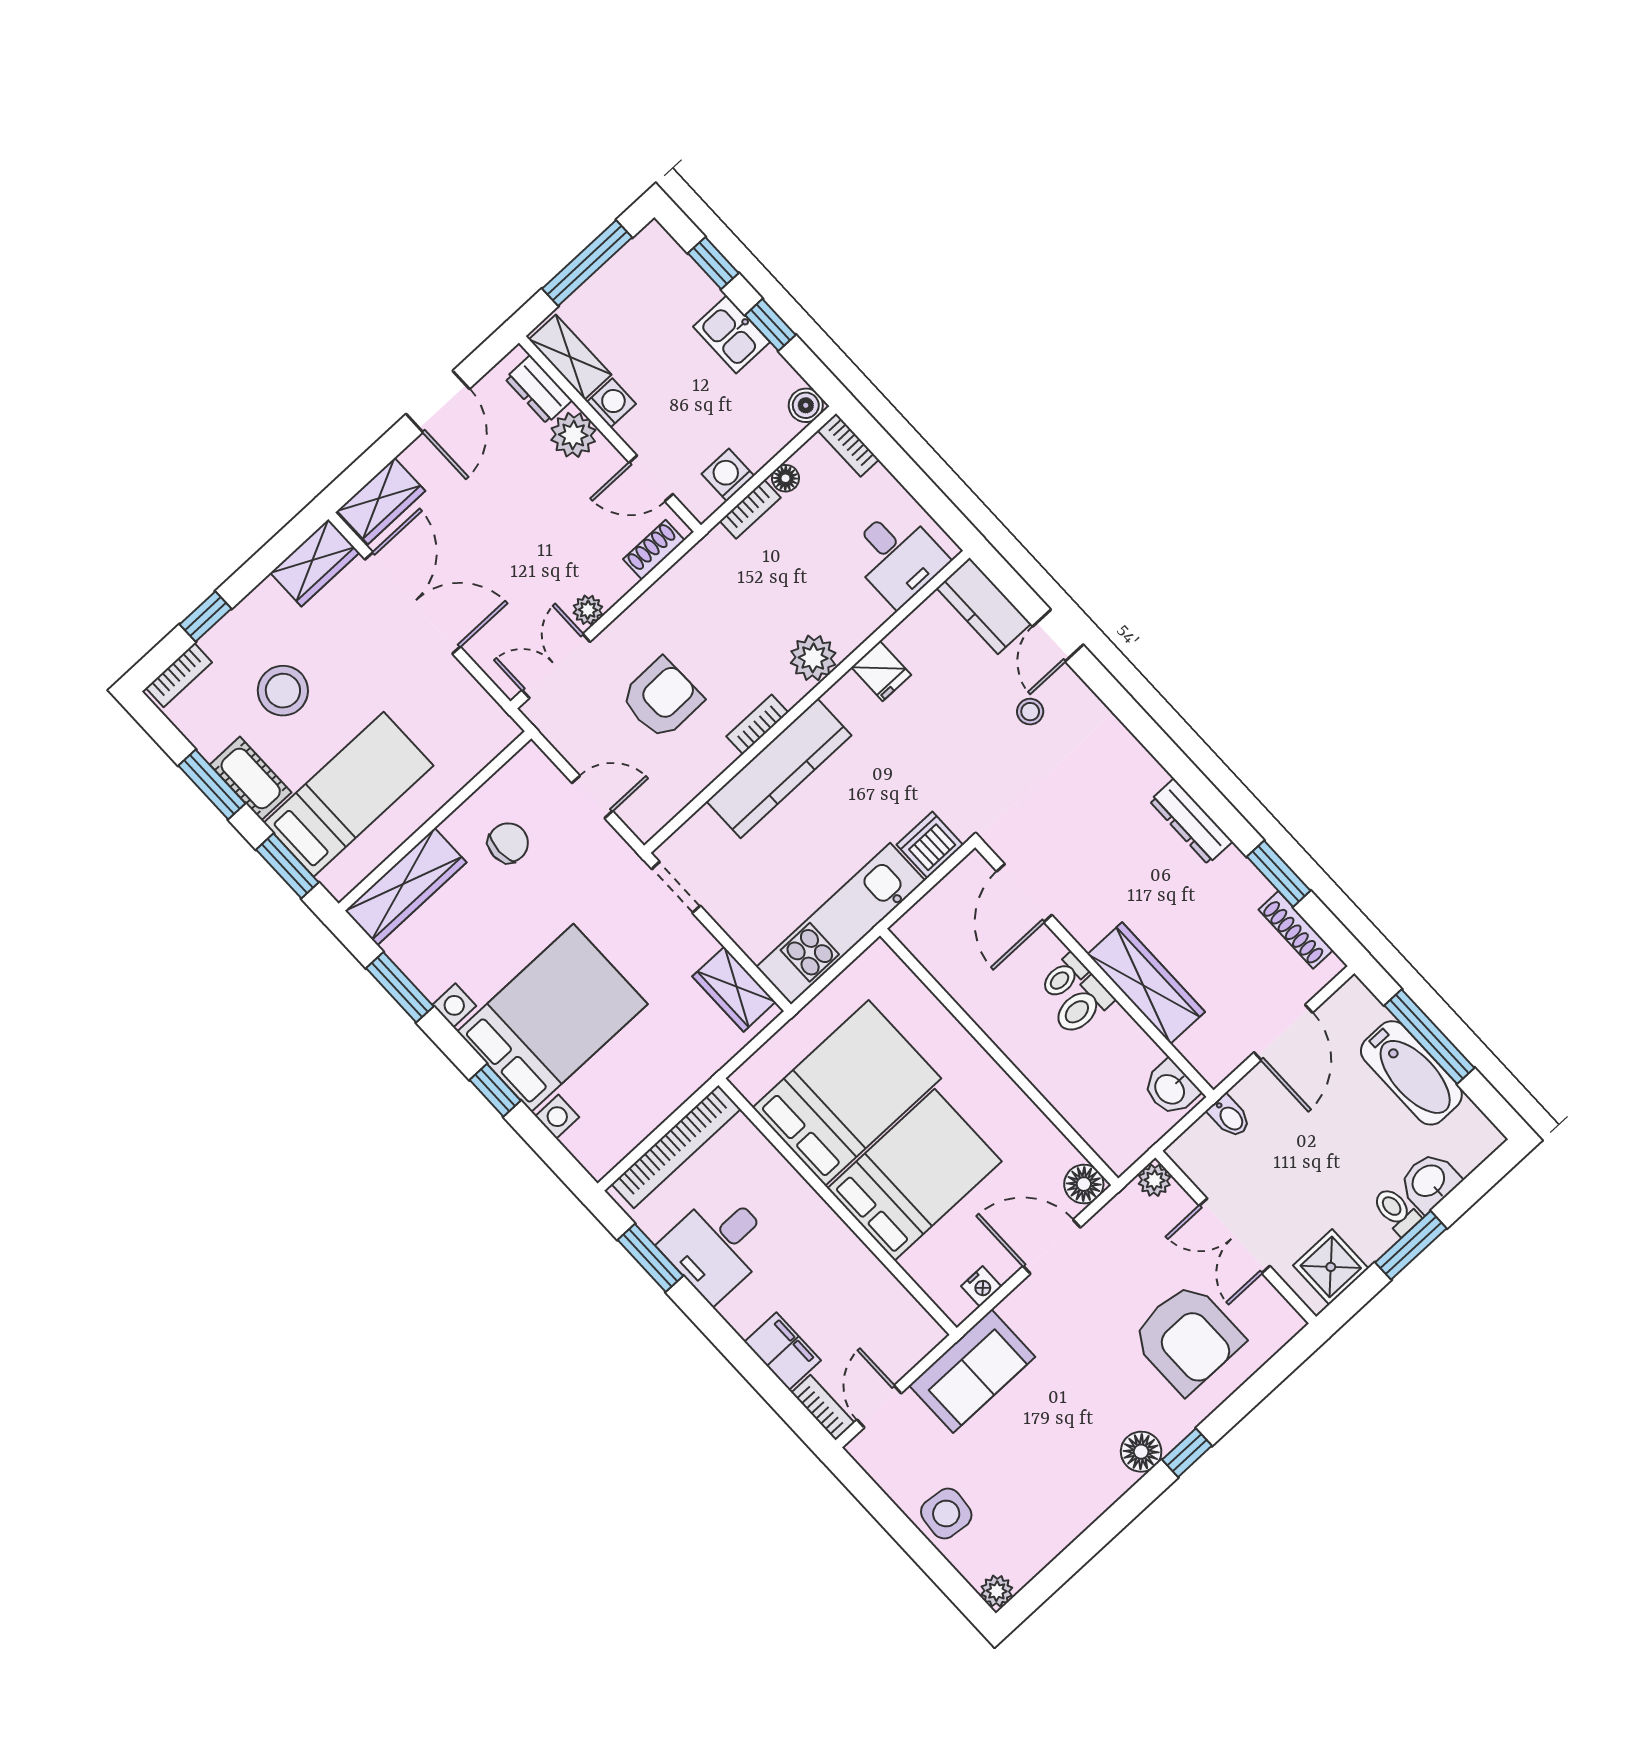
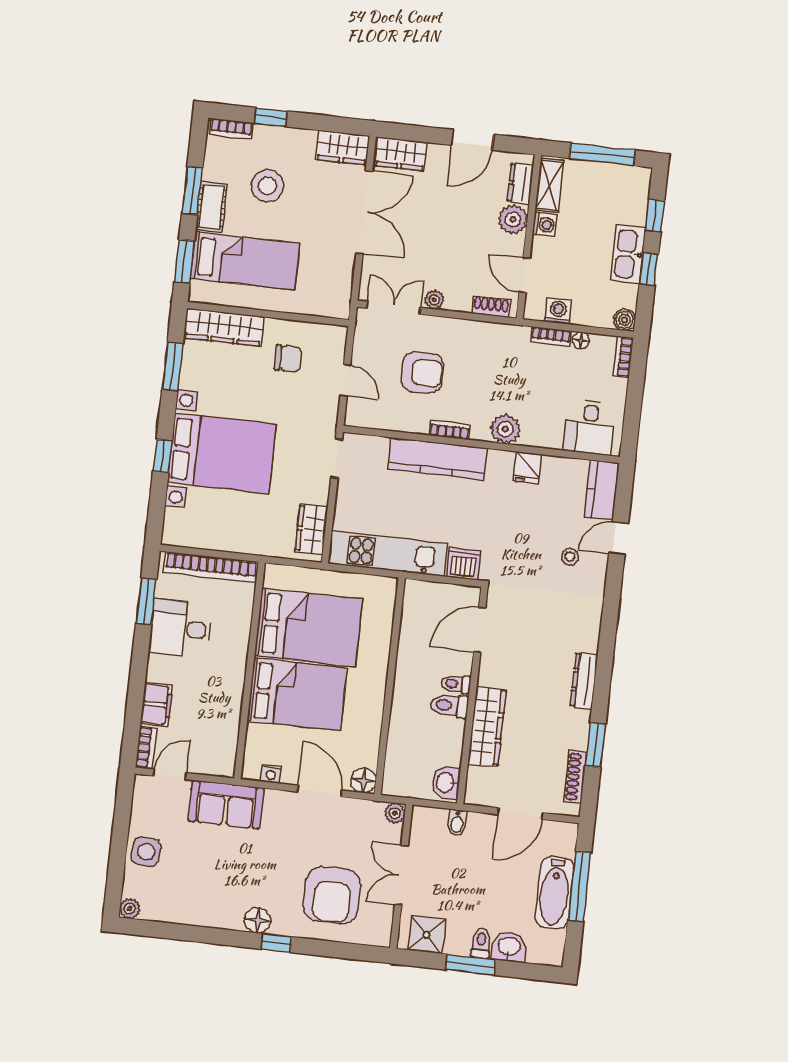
kitchen sink: (732, 334) -> (628, 254), width x1.38

